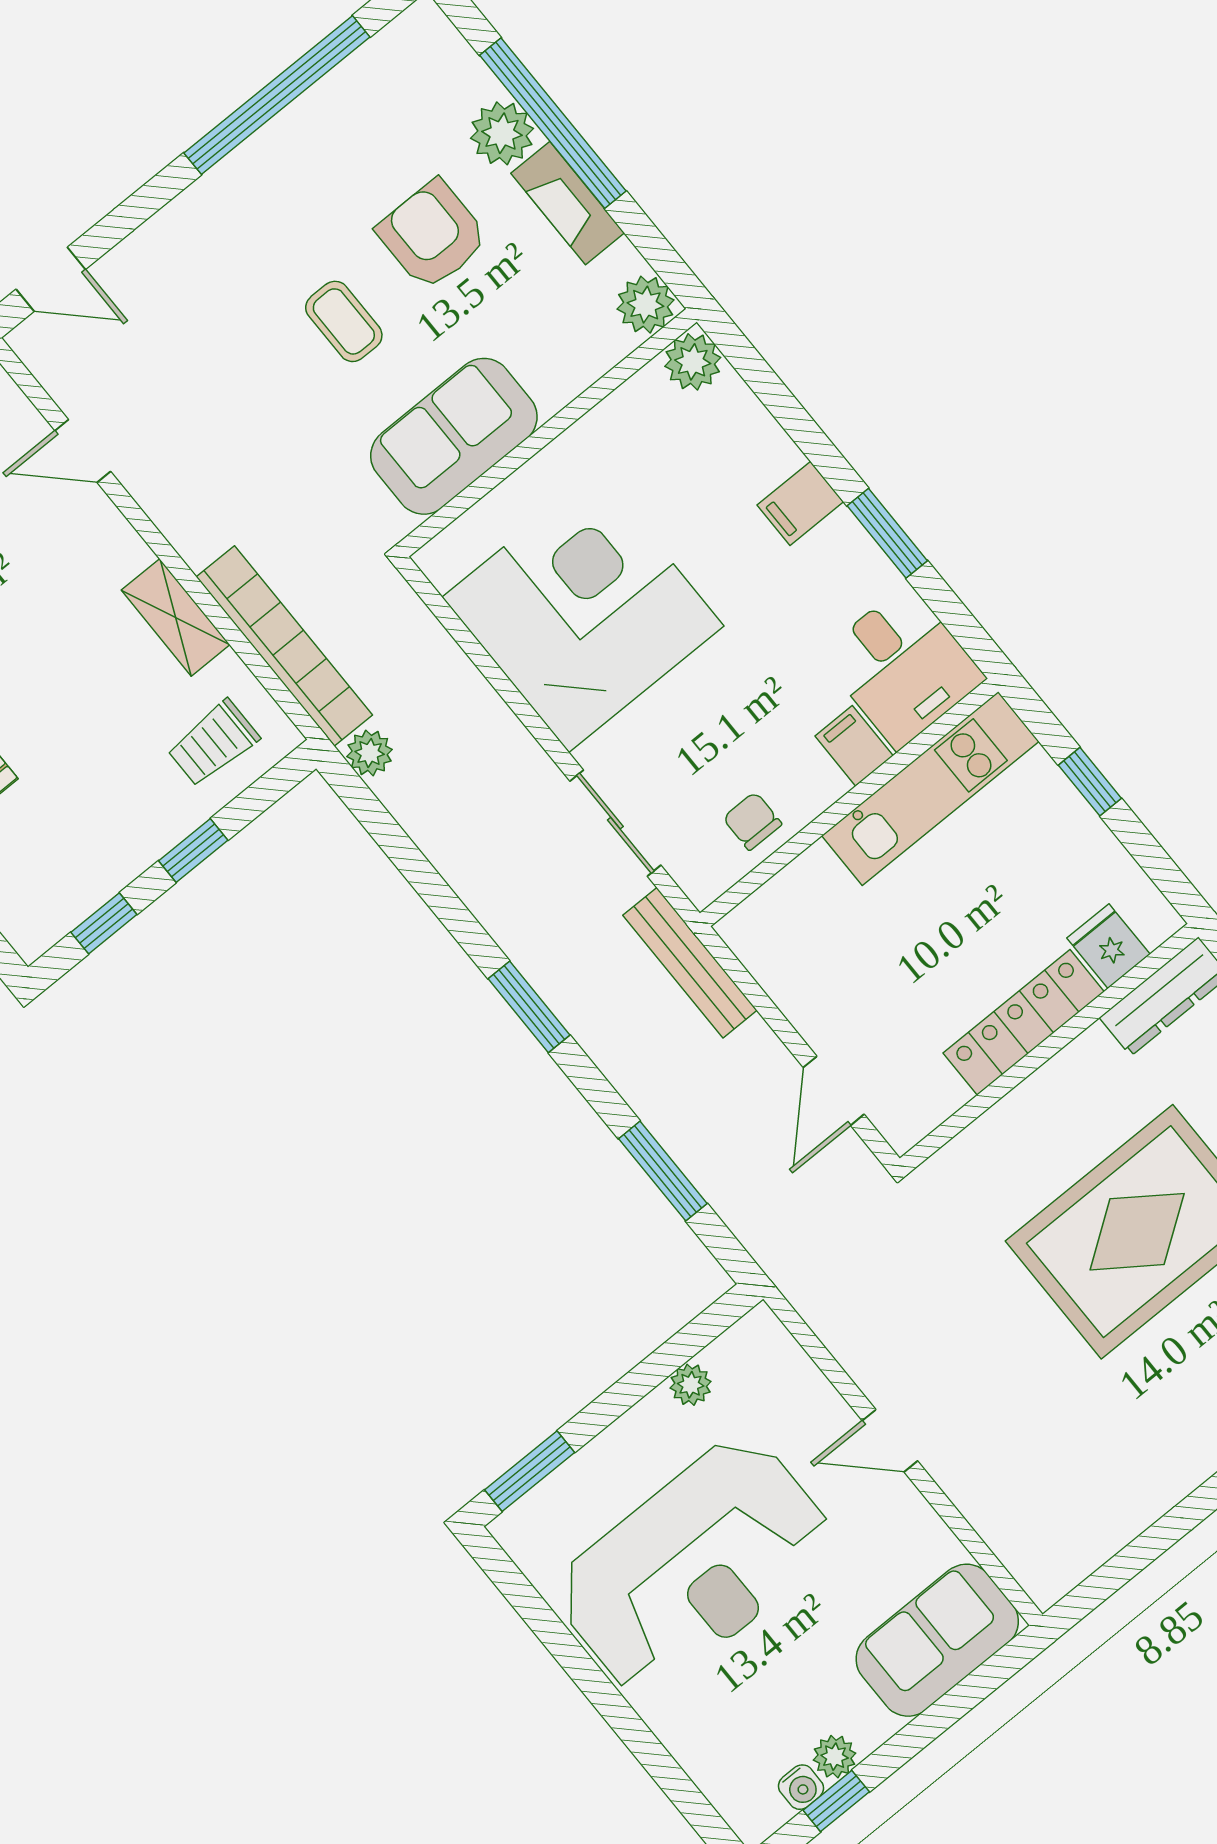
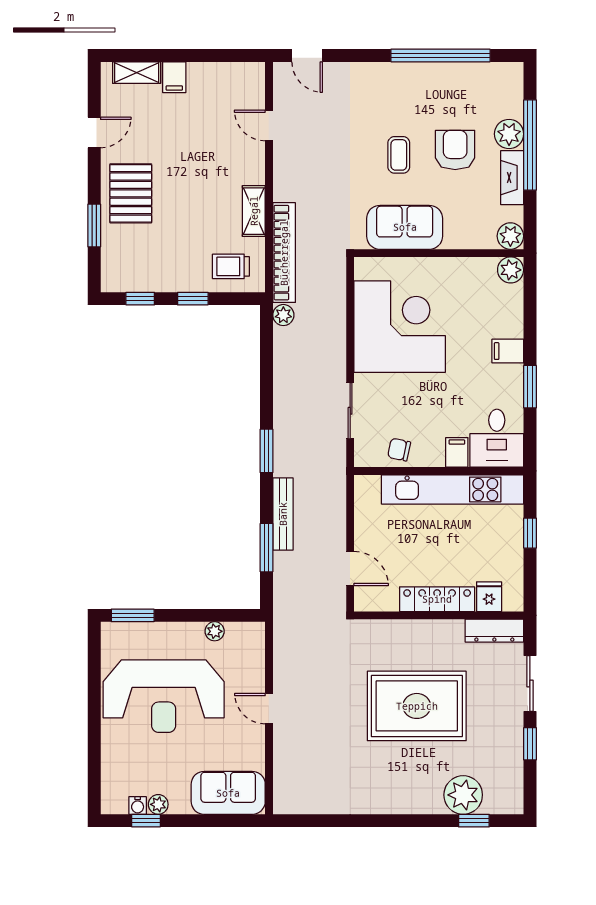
kitchen unit: (930, 788) -> (453, 489), width x1.36
chair: (752, 821) -> (399, 450), turned -78
bench: (690, 963) -> (283, 514), moved
door: (834, 1091) -> (350, 569), swing flipped

